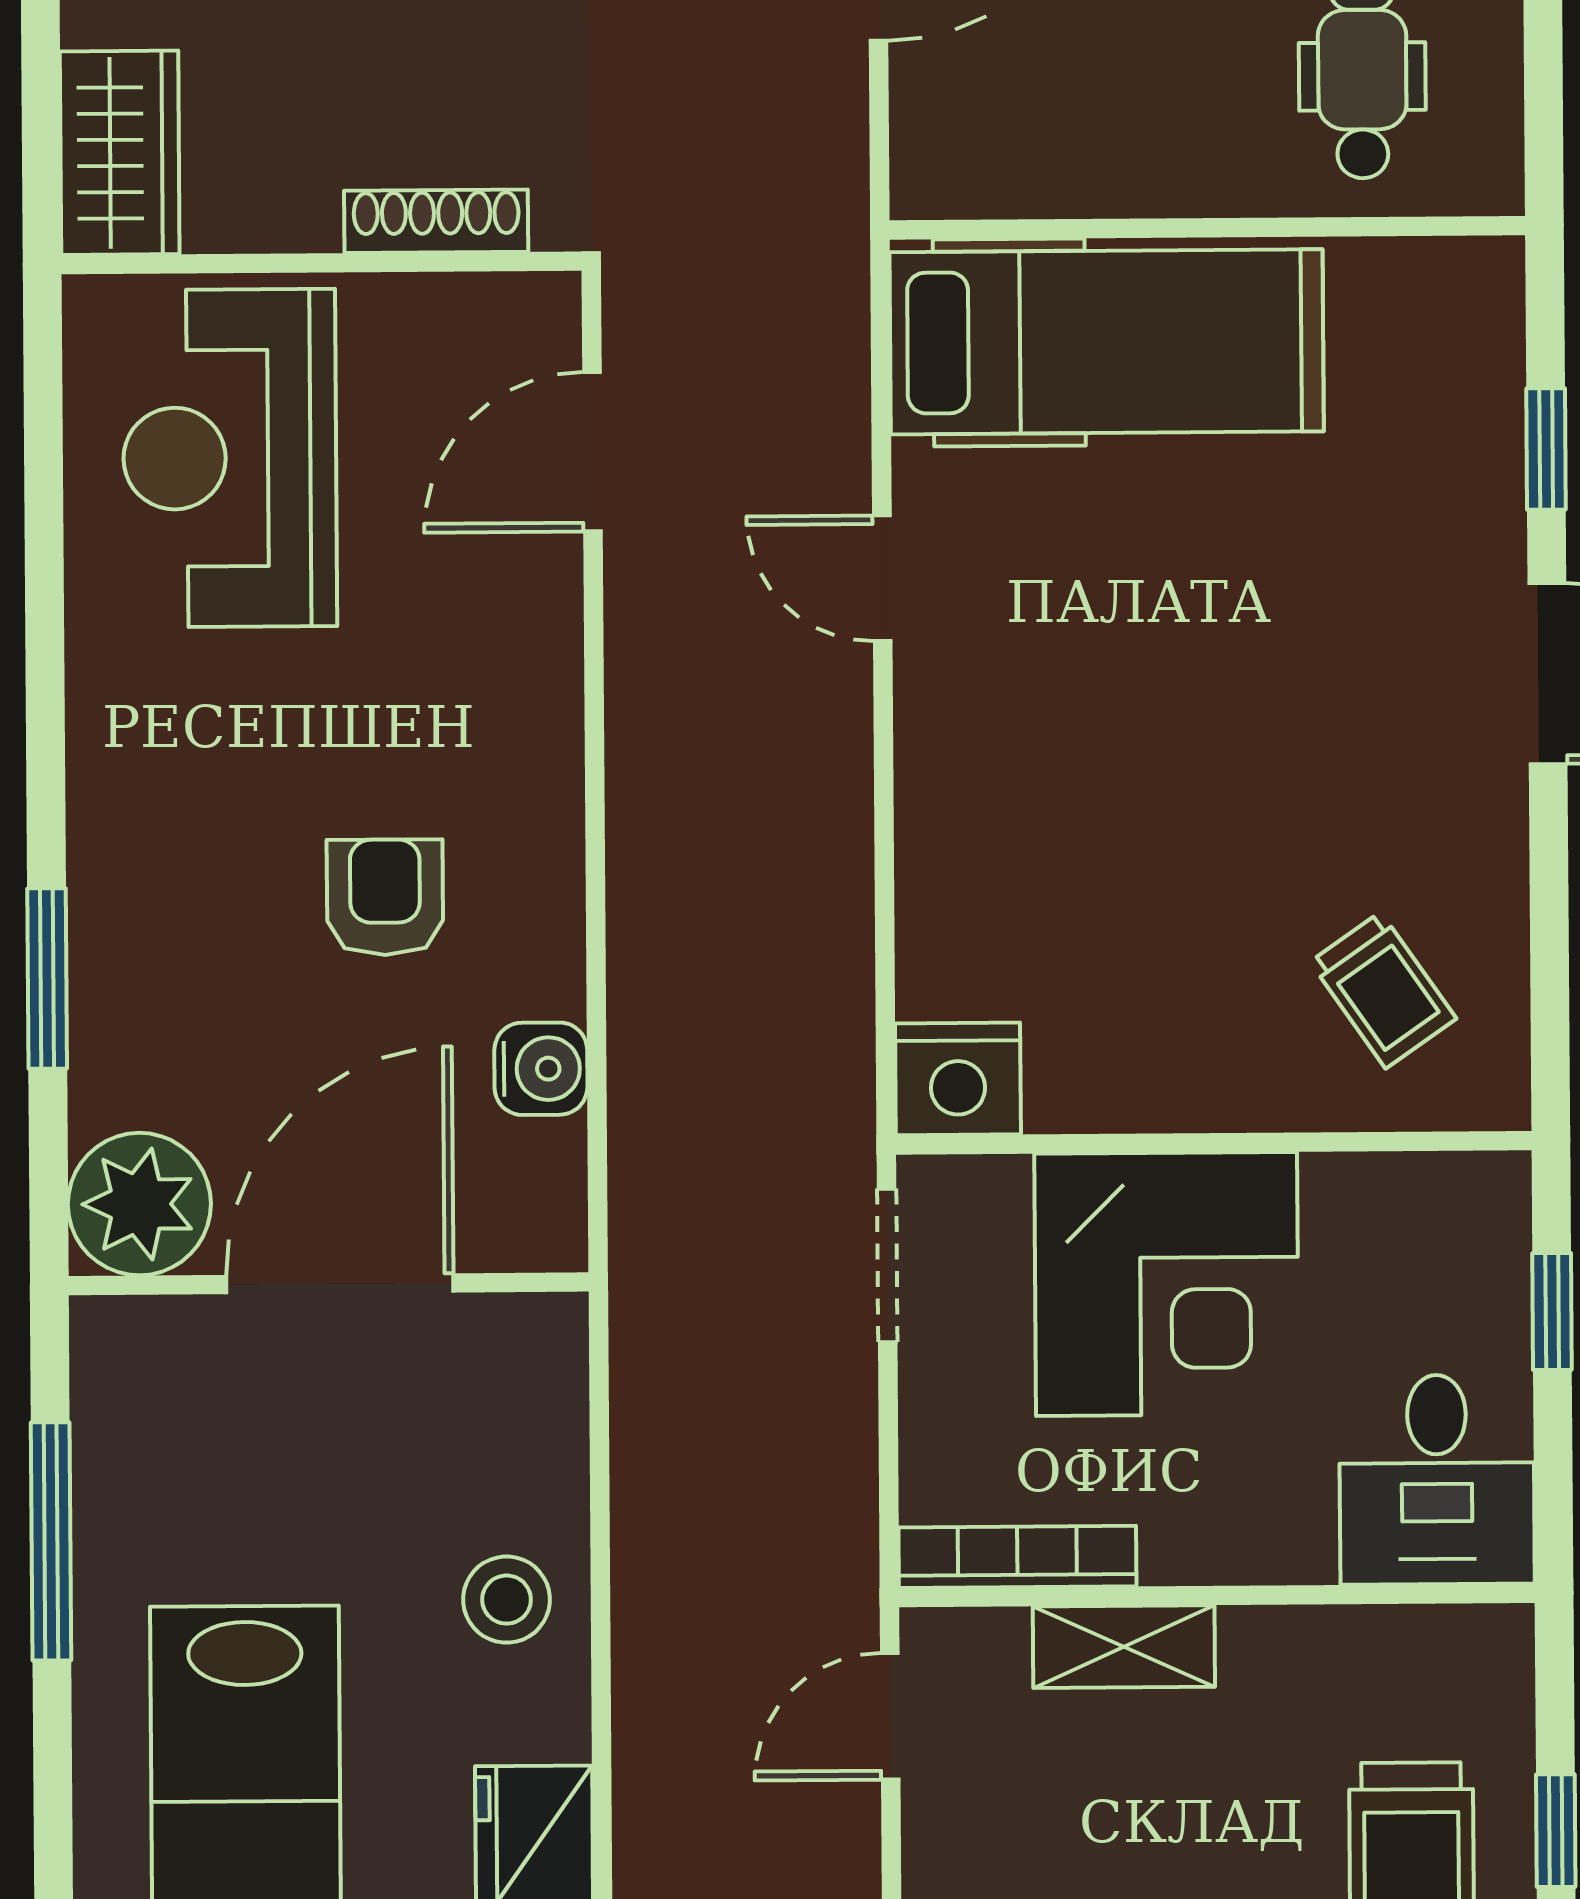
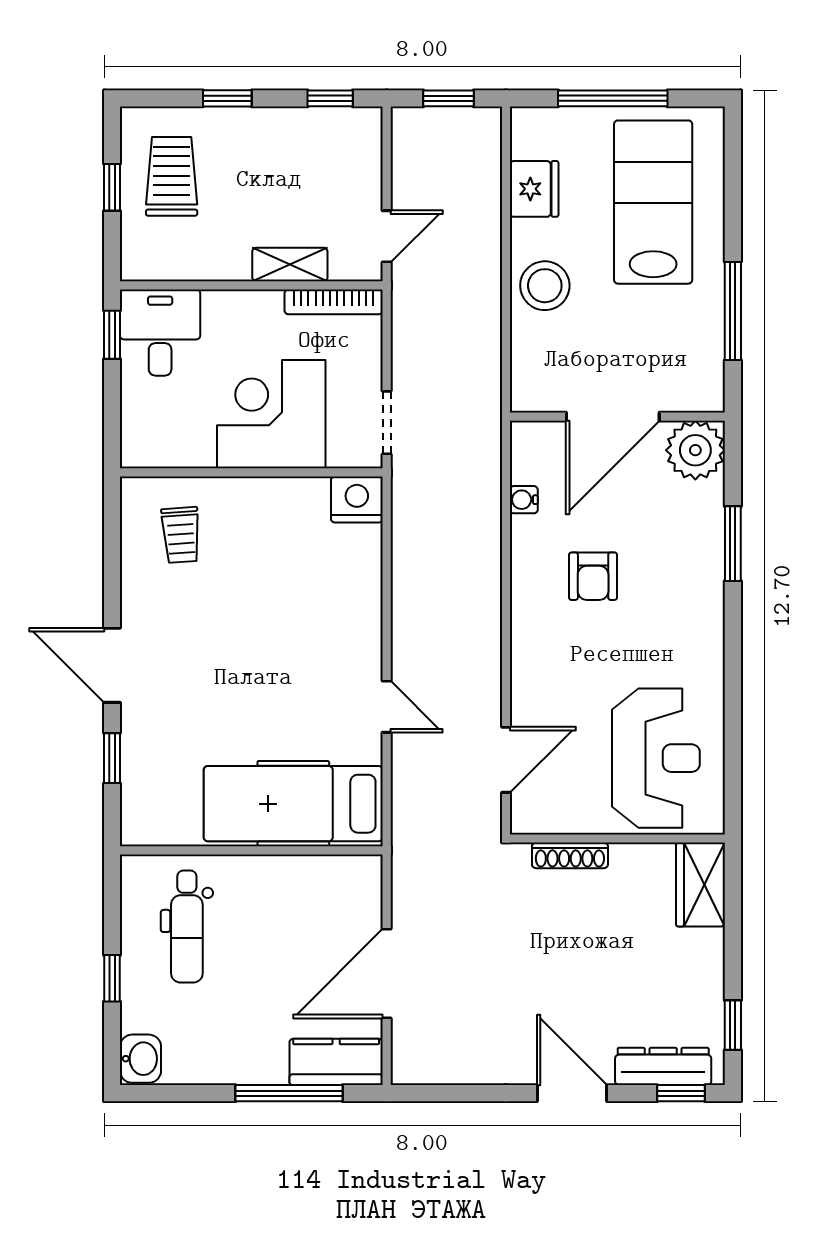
trolley: (1383, 990) -> (181, 535), turned -149
water cooler: (541, 1069) -> (524, 500), width x0.72, depth x0.72
window: (1552, 1312) -> (112, 335), moved
stool: (507, 1600) -> (545, 286), width x1.38, depth x1.38

